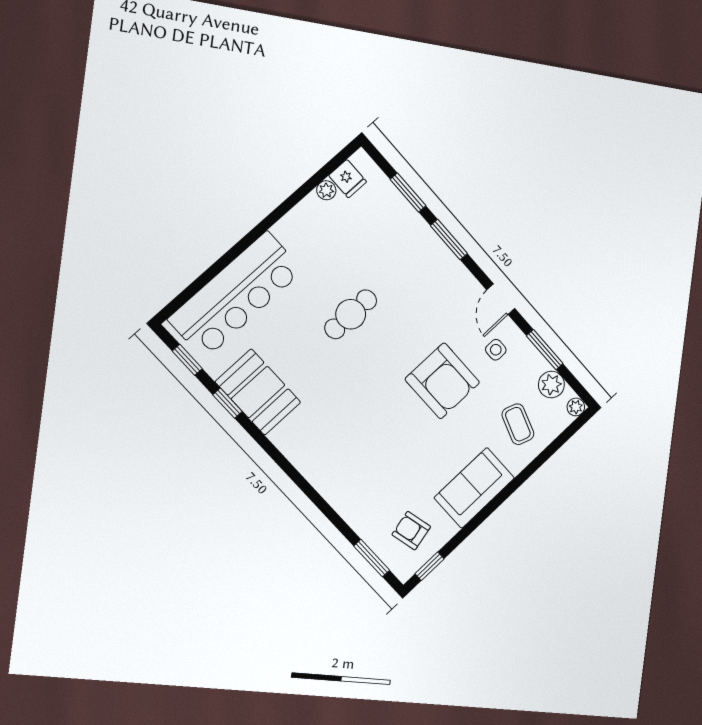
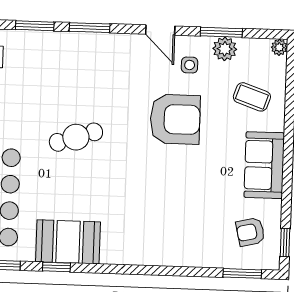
cafe table: (351, 314) -> (76, 137), turned 72
plant: (551, 385) -> (225, 49), moved

